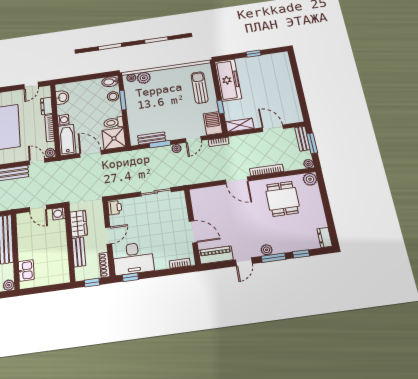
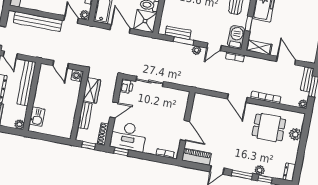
plant: (310, 179) -> (295, 134), moved
sliding door: (156, 192) -> (150, 81), moved
dining table: (282, 199) -> (269, 127), turned 90
plant: (267, 250) -> (260, 170), moved

